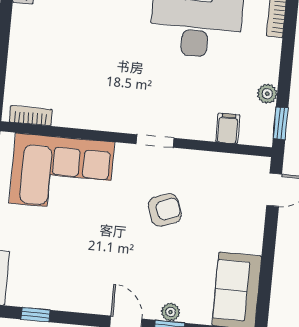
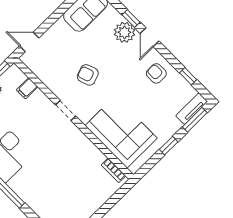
armchair: (79, 285) -> (156, 73), added
plant: (171, 312) -> (124, 32), width x1.88, depth x1.88

